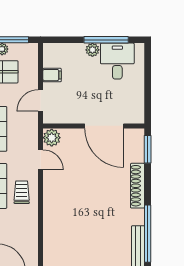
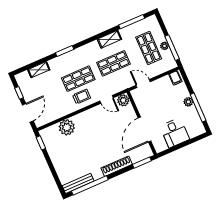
desk: (117, 61) -> (175, 133), moved, turned 90
filing cabinet: (52, 75) -> (175, 78), moved
door: (41, 160) -> (107, 99), hinge flipped
plant: (55, 231) -> (67, 127), added

